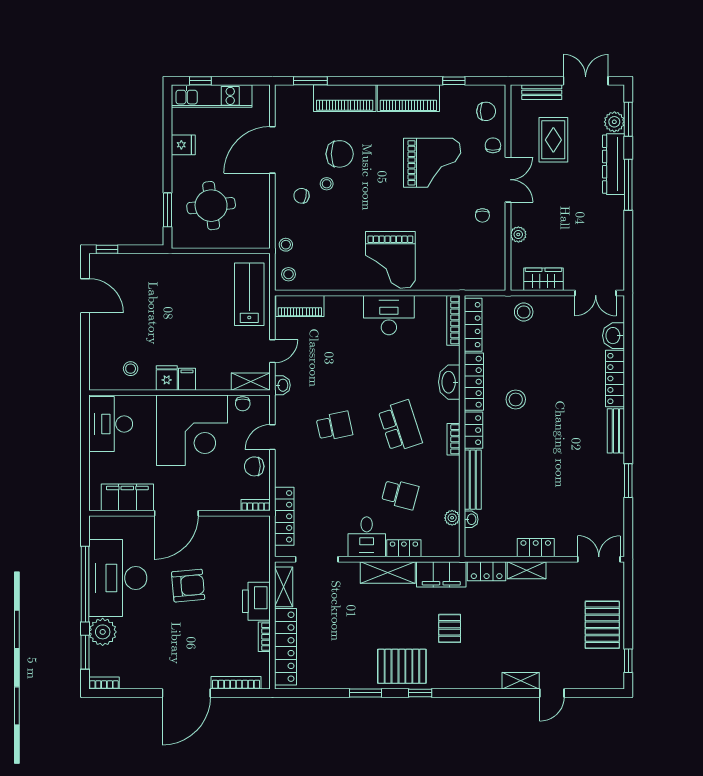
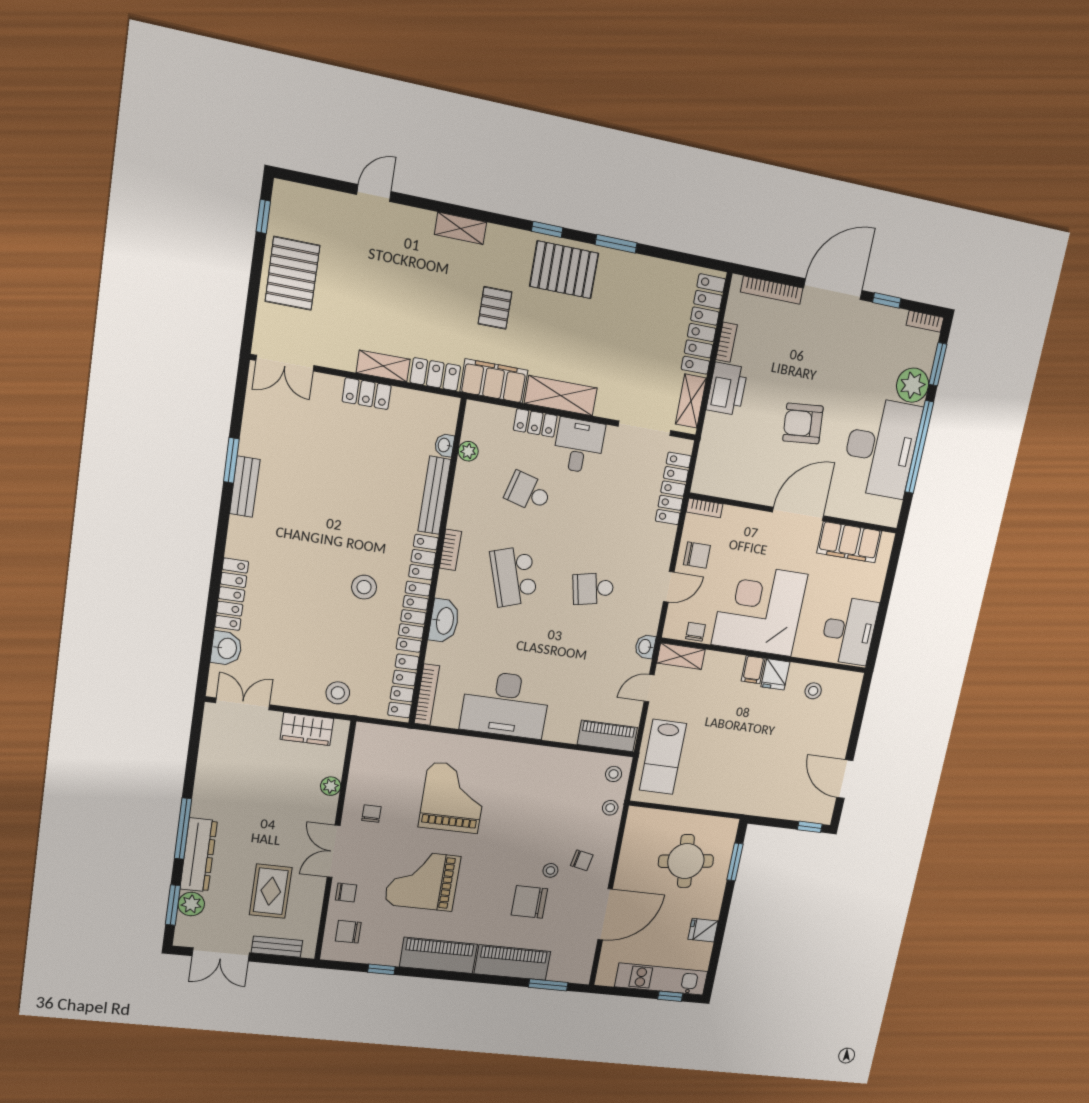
chair: (493, 145) -> (346, 892), turned -90
grand piano: (390, 260) -> (453, 798), moved
desk: (389, 315) -> (505, 704), width x1.36, depth x1.30
bench: (616, 431) -> (245, 487), moved
shelving: (521, 681) -> (461, 228), moved
window: (140, 693) -> (887, 300), added

